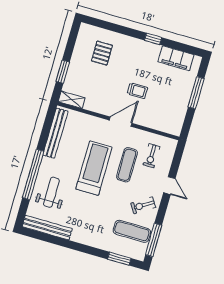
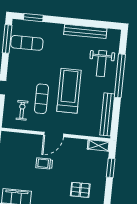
pallet: (102, 53) -> (80, 190), turned 90
treadmill: (94, 168) -> (69, 91), turned 180
exercise bike: (143, 205) -> (21, 67), removed
bench: (47, 228) -> (85, 31), moved

